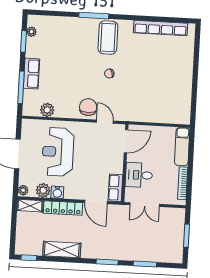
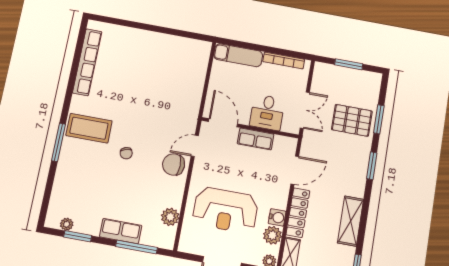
chair: (109, 74) -> (126, 153), moved
row of seats: (115, 188) -> (256, 139), moved
pallet: (141, 243) -> (352, 120), added

